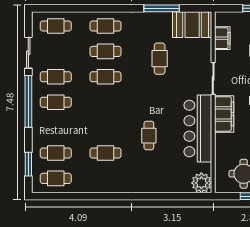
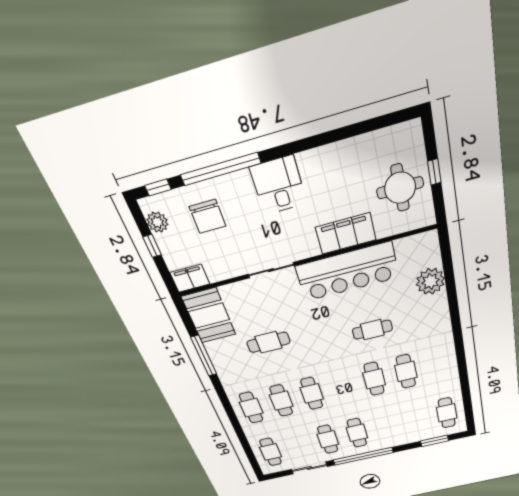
filing cabinet: (222, 38) -> (190, 278), moved
filing cabinet: (224, 114) -> (346, 234), moved
cafe table: (56, 153) -> (374, 379), moved
plant: (201, 183) -> (430, 281), moved

